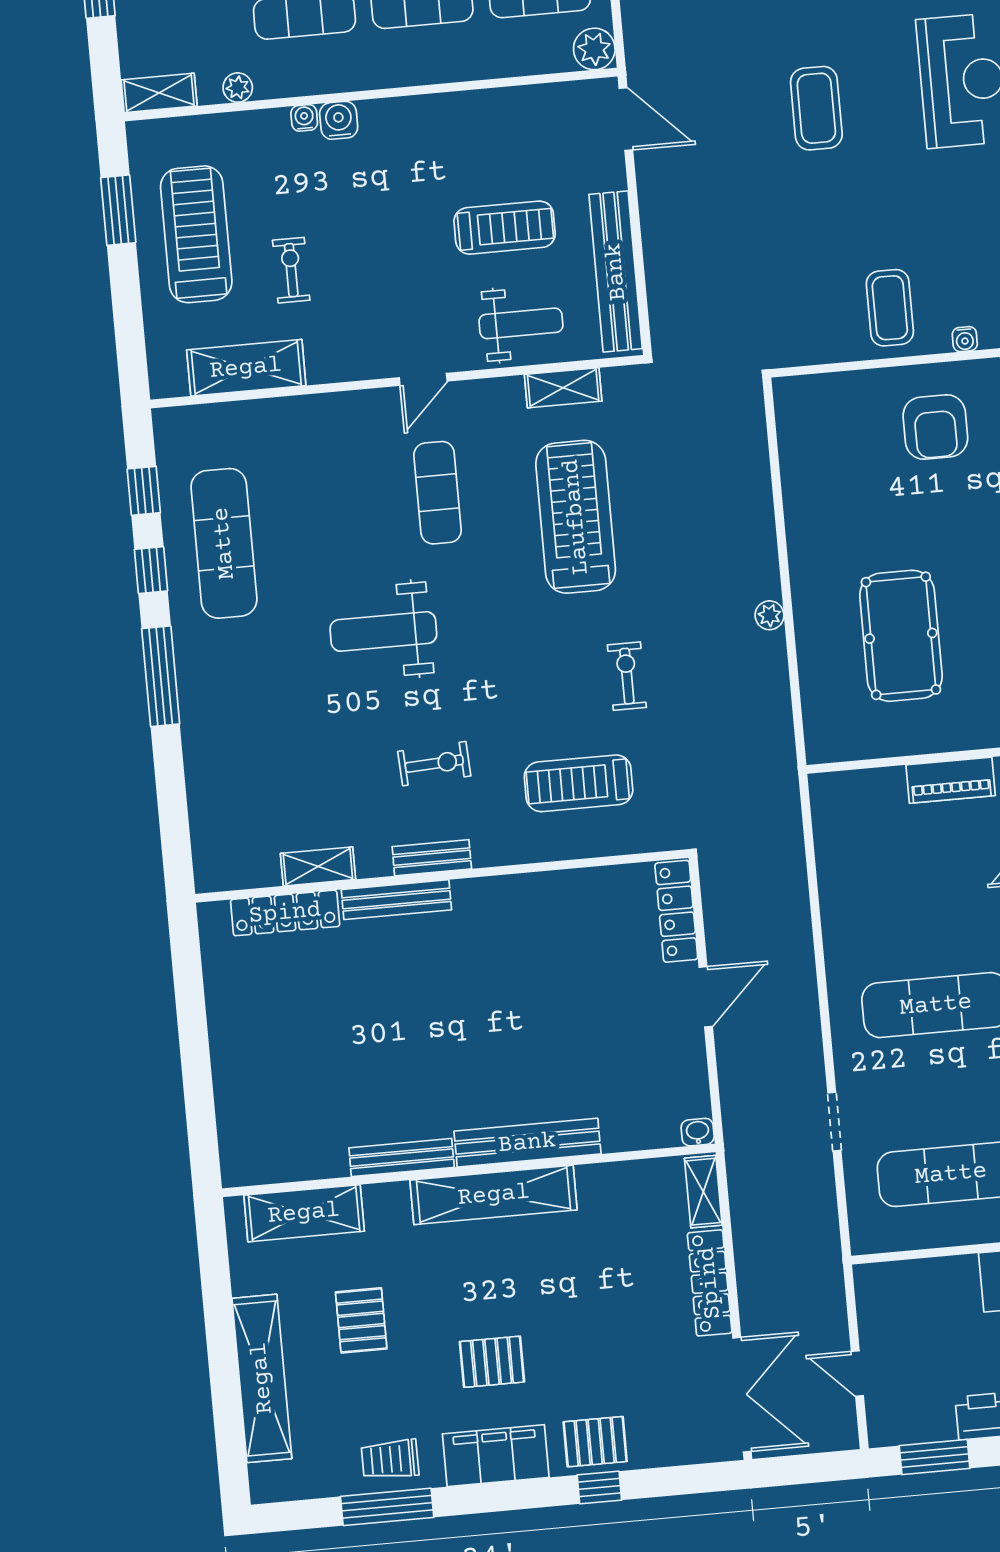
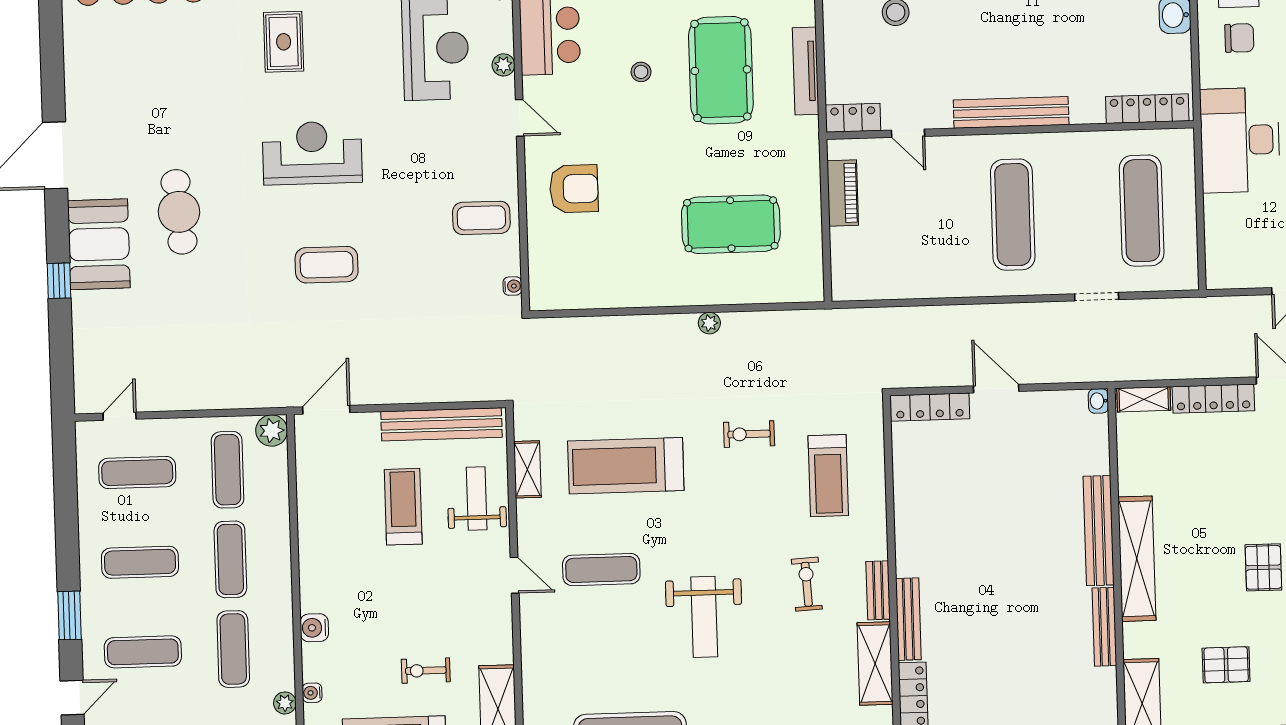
water cooler: (304, 118) -> (312, 693), moved
water cooler: (965, 339) -> (512, 286), moved
shelving: (318, 866) -> (875, 663), width x1.50, depth x1.33

